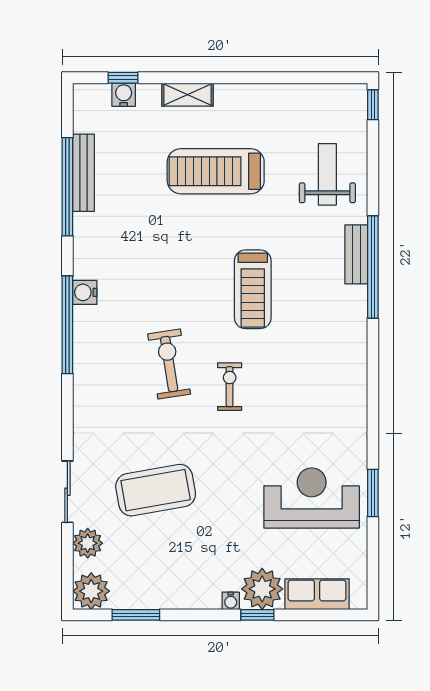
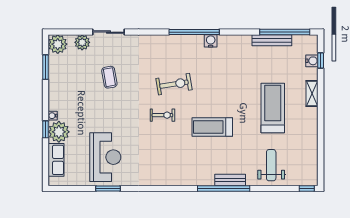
weight bench: (327, 174) -> (271, 165), turned -90
window: (67, 187) -> (285, 32), moved
coffee table: (156, 490) -> (109, 77), width x0.54, depth x0.58

